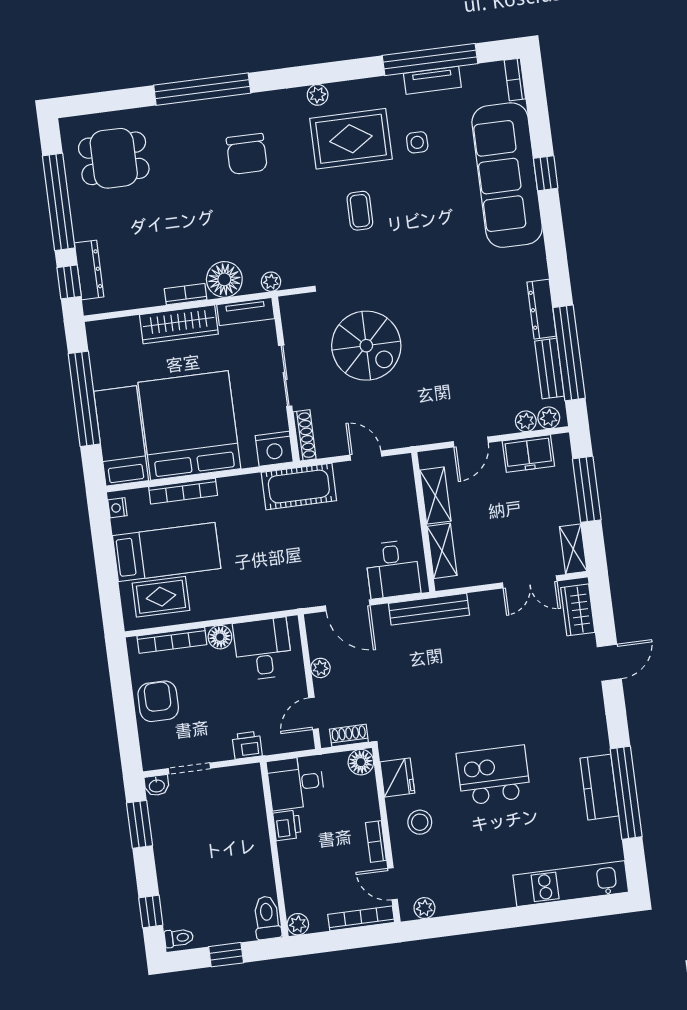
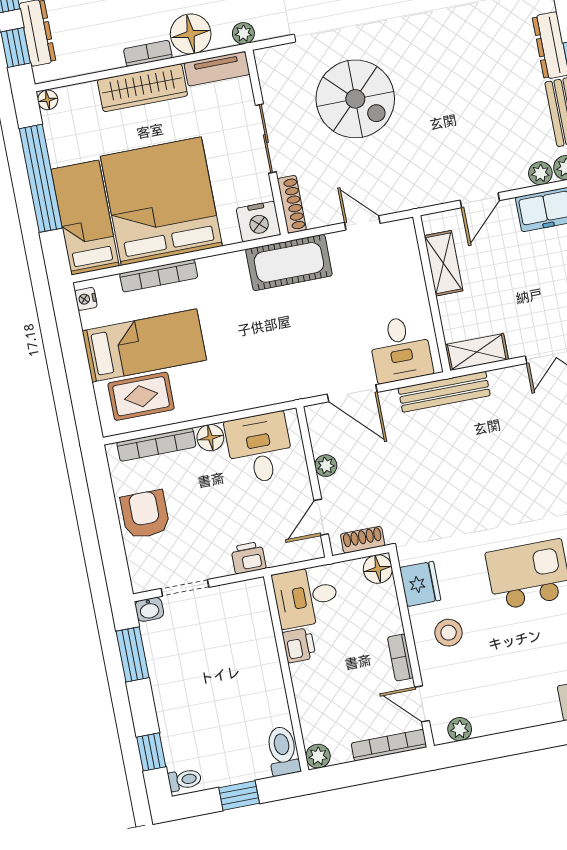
floor lamp: (95, 330) -> (48, 100), added
shelving: (442, 551) -> (477, 352), moved, turned 90

